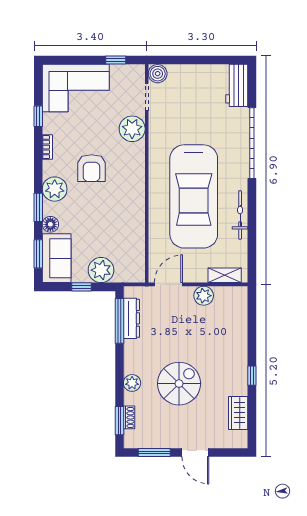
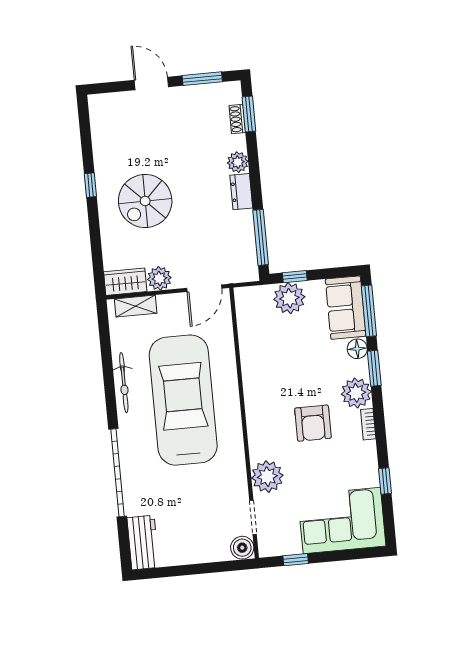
bookcase: (47, 147) -> (368, 424), moved
armchair: (92, 168) -> (313, 423), turned 180
window: (38, 254) -> (369, 311), width x1.44
window: (82, 287) -> (295, 277), moved
dresser: (131, 318) -> (241, 192), moved, width x0.70
spiral stairs: (179, 384) -> (145, 201), moved
wardrobe: (238, 413) -> (125, 282), moved, turned -90

